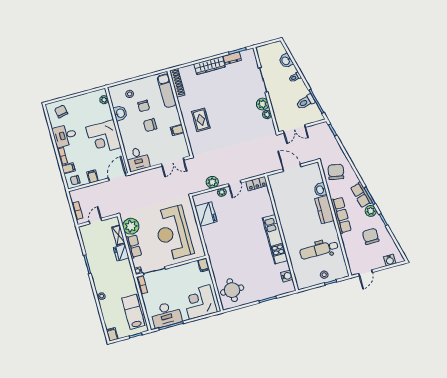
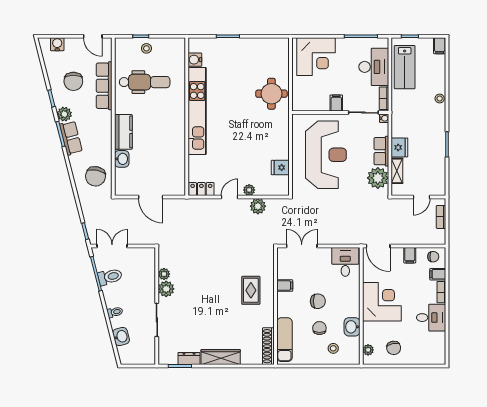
chair: (61, 111) -> (394, 348), moved
double door: (294, 129) -> (112, 246), moved
door: (117, 177) -> (378, 246), hinge flipped
fridge: (206, 214) -> (280, 168), width x0.53, depth x0.75
row of seats: (341, 215) -> (104, 86), moved
kitchen unit: (275, 239) -> (197, 111), width x1.36
filing cabinet: (204, 265) -> (336, 103), moved
door: (365, 273) -> (93, 36), swing flipped
round table: (232, 290) -> (271, 94), moved
desk: (166, 315) -> (374, 67), moved, turned 90

